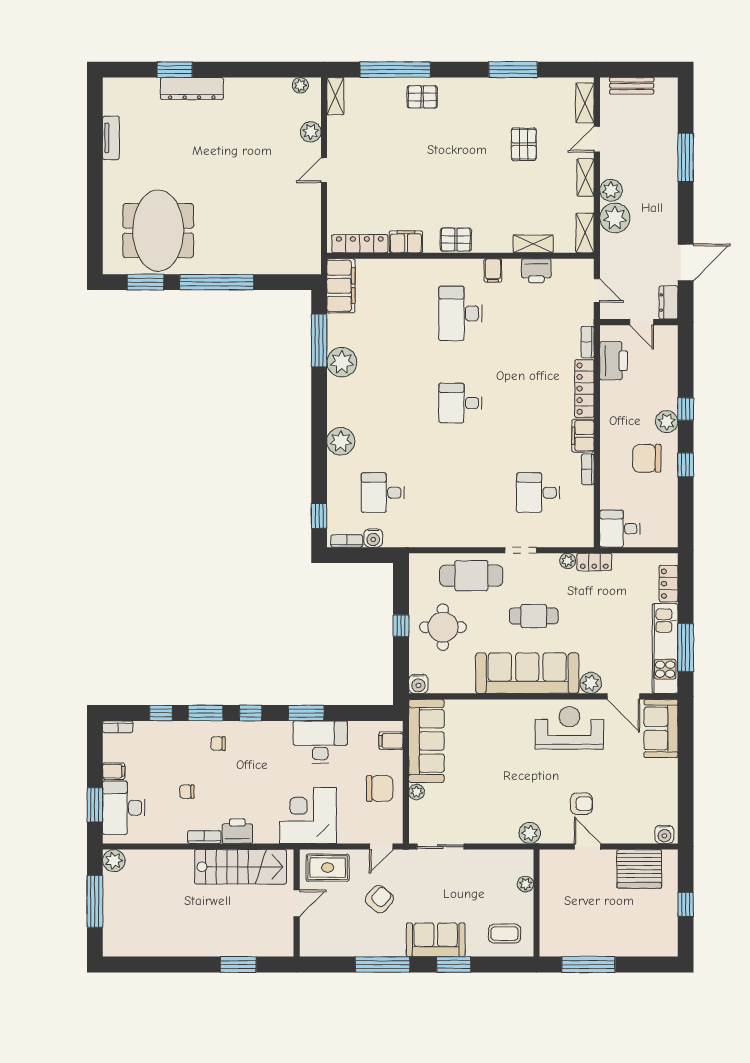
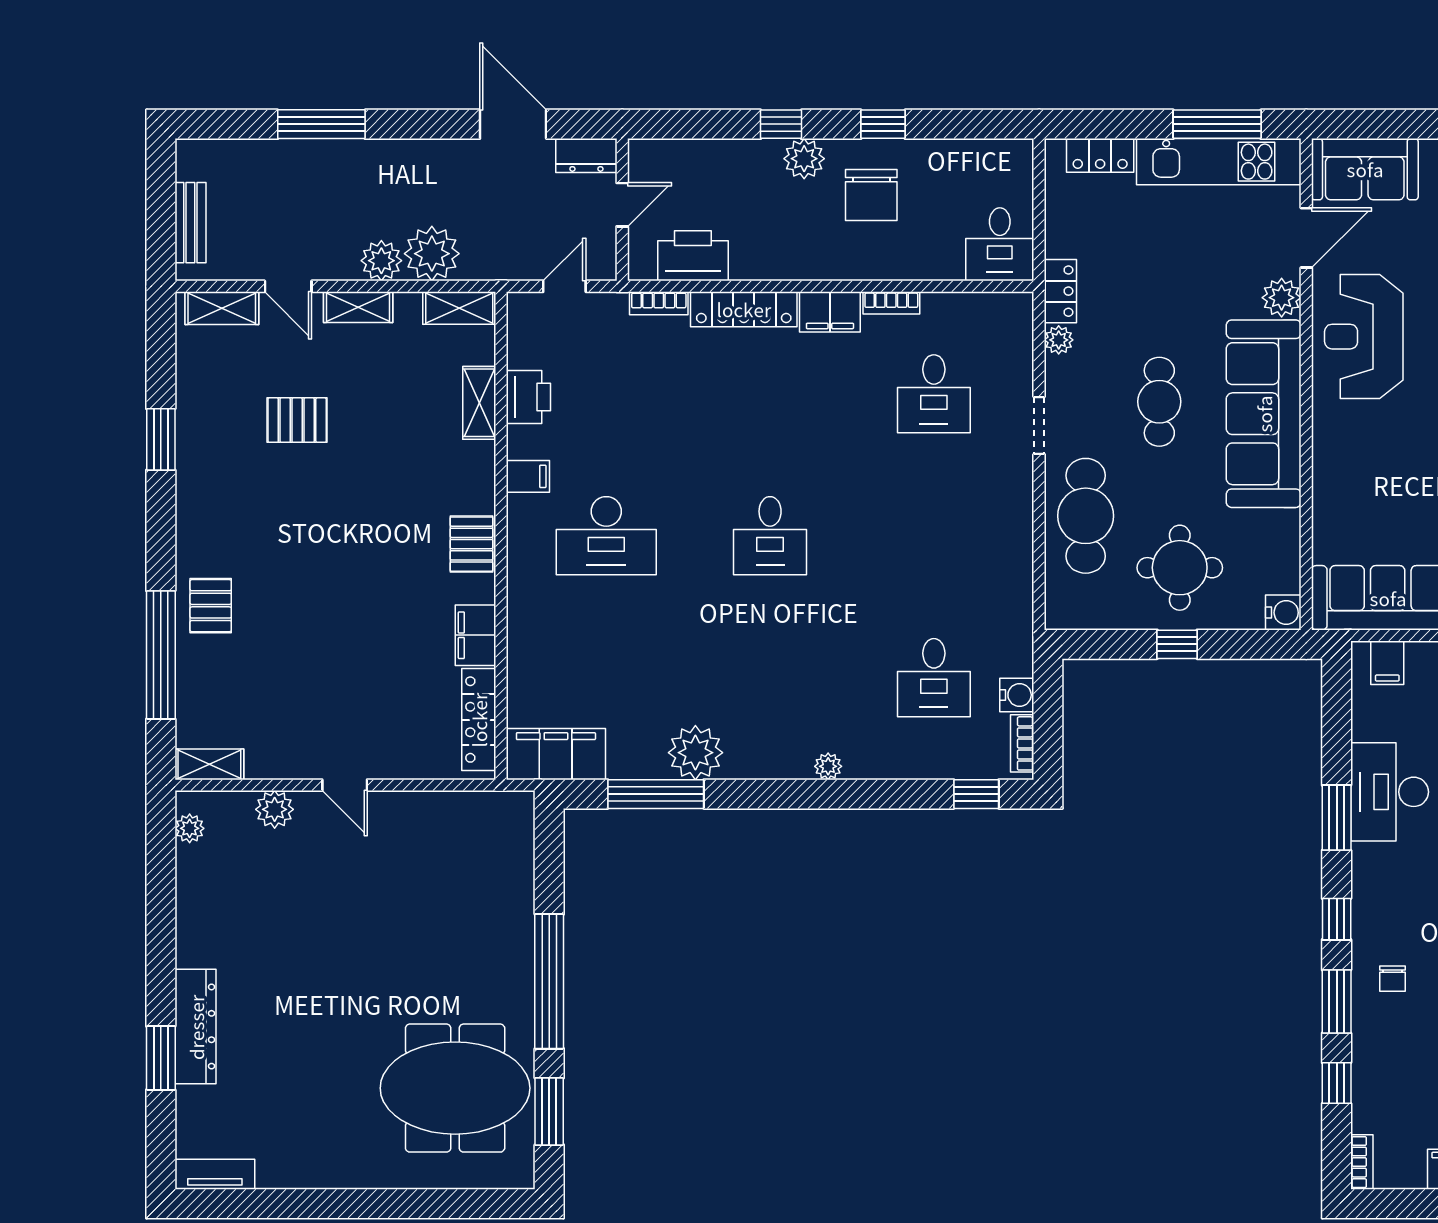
window: (513, 70) -> (161, 439), width x0.69
tv unit: (111, 138) -> (215, 1174), moved
plant: (341, 441) -> (828, 766), width x0.53, depth x0.53

